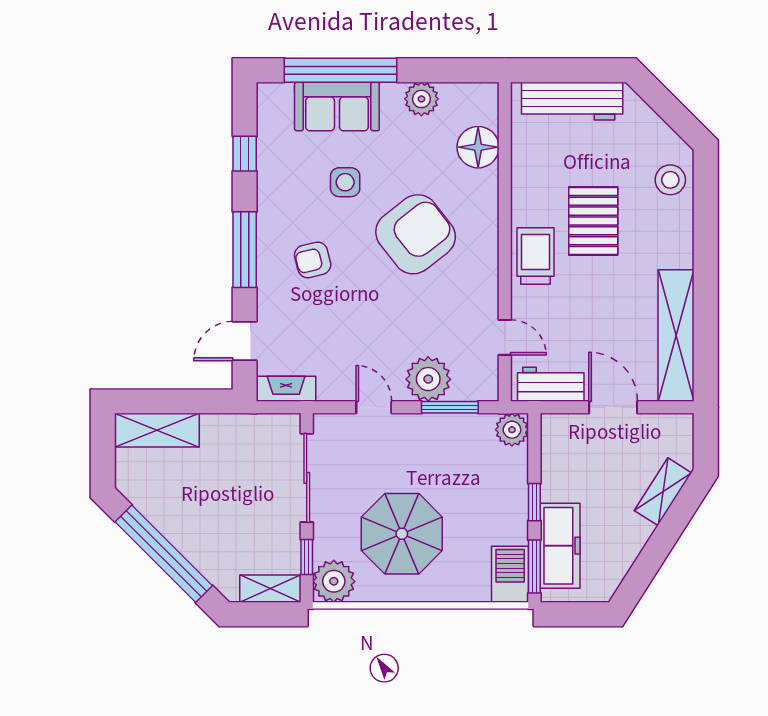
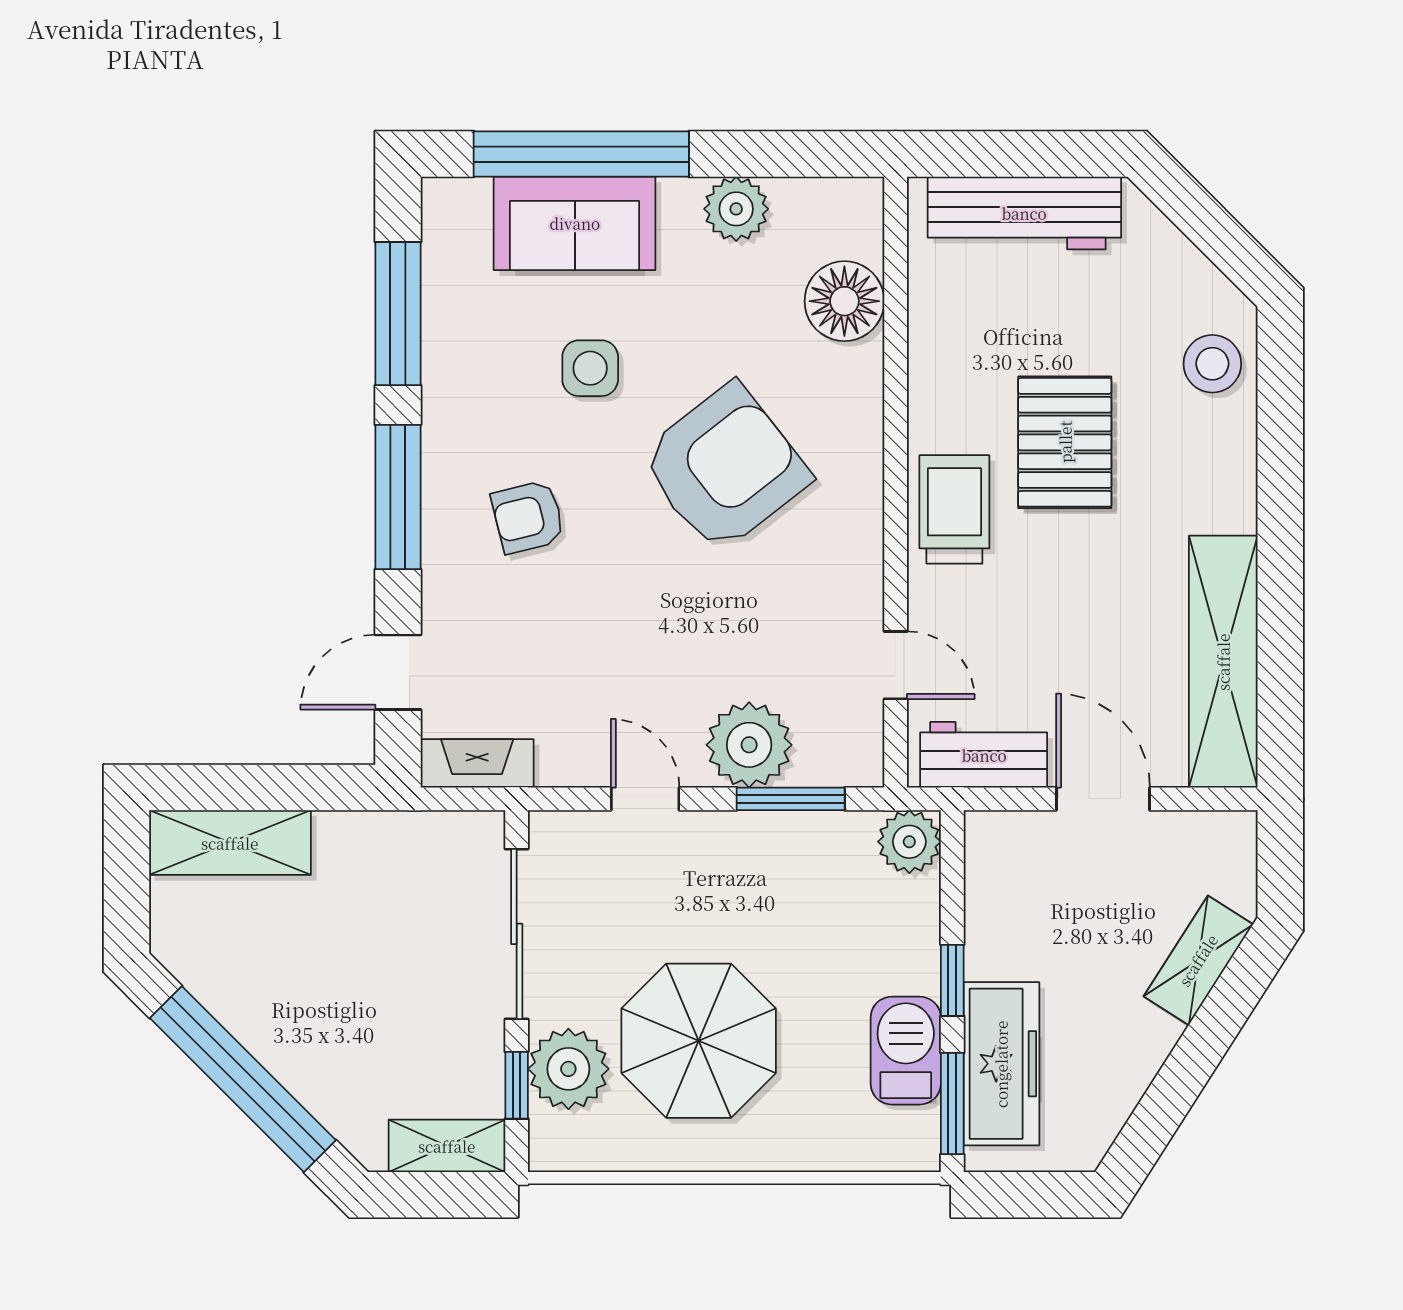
window: (245, 154) -> (398, 314), width x2.17
barbecue: (510, 574) -> (906, 1051), moved
plant: (334, 581) -> (568, 1069), moved

